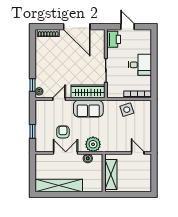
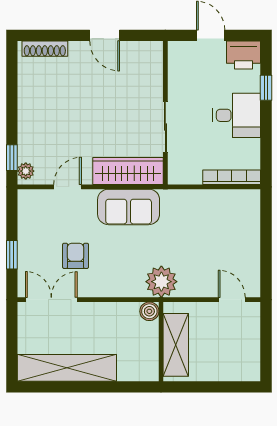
door: (77, 27) -> (105, 35), width x0.53
printer: (114, 39) -> (244, 55), moved, turned 90
window: (154, 52) -> (266, 88), added
side table: (127, 110) -> (209, 209), removed
plant: (93, 144) -> (161, 282), moved
double door: (66, 153) -> (51, 300), moved
boiler: (88, 158) -> (149, 311), moved

